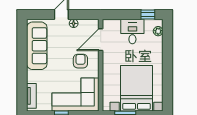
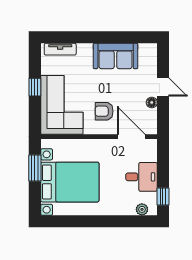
sofa: (37, 46) -> (116, 56), width x0.73
armchair: (80, 61) -> (104, 111), turned 180

